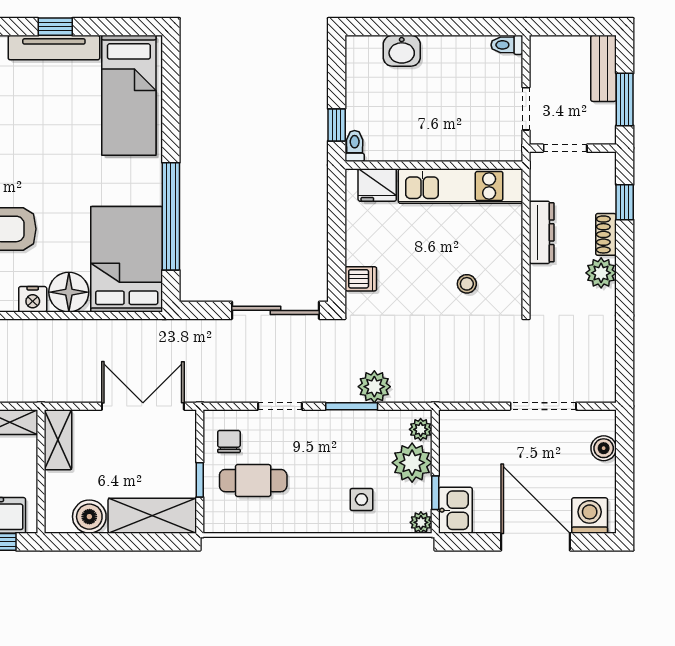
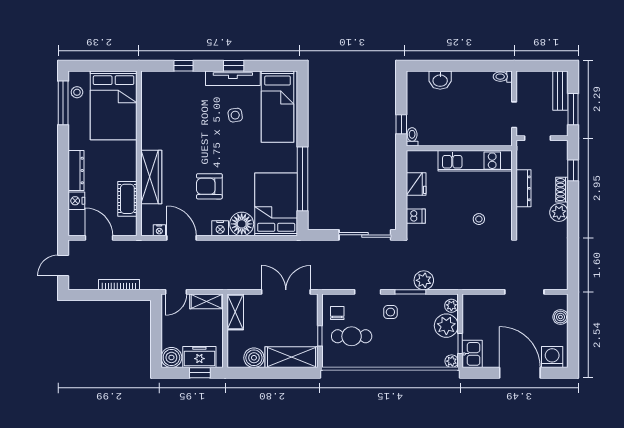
side table: (58, 109) -> (235, 115), added
fridge: (377, 185) -> (416, 184), moved, turned -90
side table: (361, 499) -> (390, 312), moved

